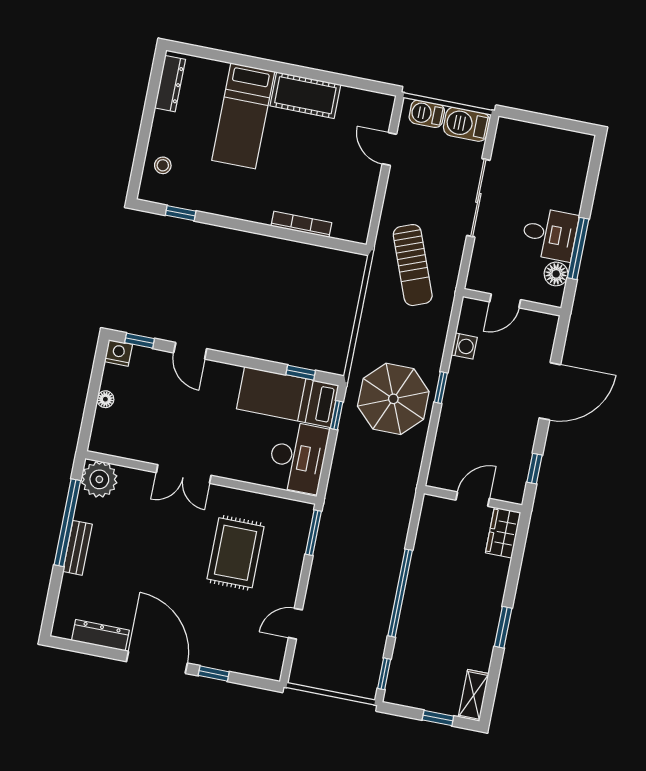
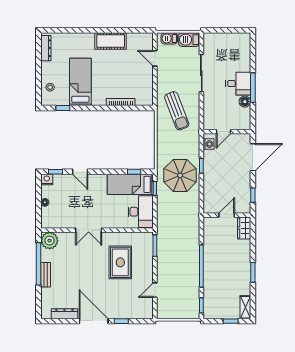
bed: (243, 116) -> (80, 82), moved, turned 180
door: (505, 301) -> (223, 132), moved
wall: (512, 302) -> (227, 132), moved

